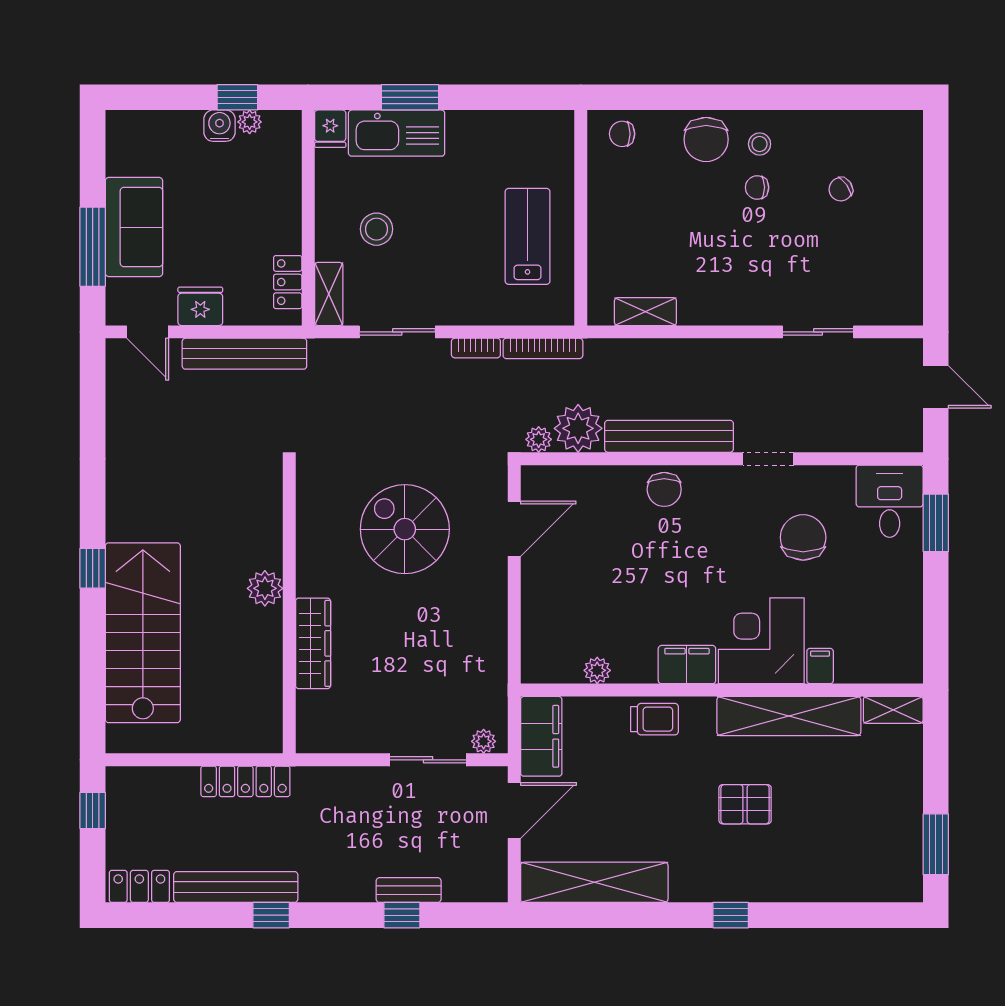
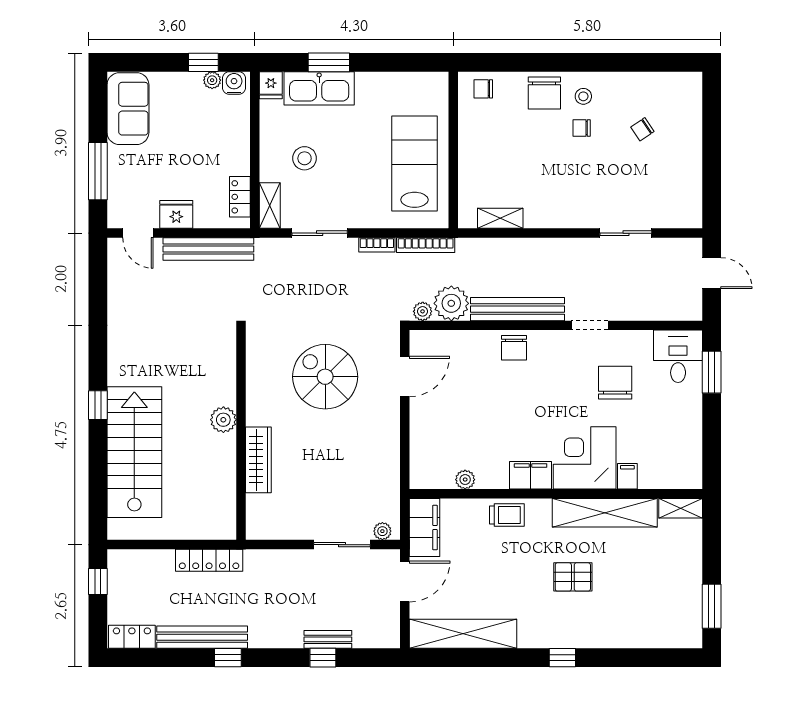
water cooler: (219, 126) -> (234, 83), moved
sofa: (134, 227) -> (128, 109), moved
lab bench: (528, 236) -> (414, 164), width x1.36, depth x1.39

